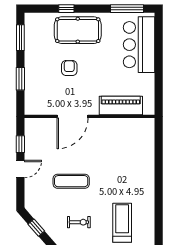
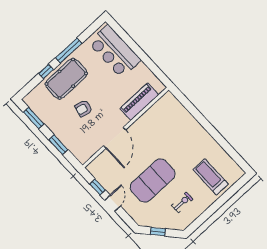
window: (127, 9) -> (69, 51), moved
armchair: (69, 68) -> (83, 108), turned -77
exercise mat: (71, 181) -> (153, 181), width x2.00, depth x1.45

